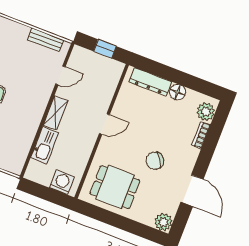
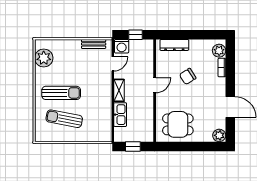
floor lamp: (177, 92) -> (195, 45), removed
chair: (155, 161) -> (188, 76), moved
washing machine: (62, 182) -> (122, 46), moved, turned 180
window: (45, 193) -> (133, 146), added

